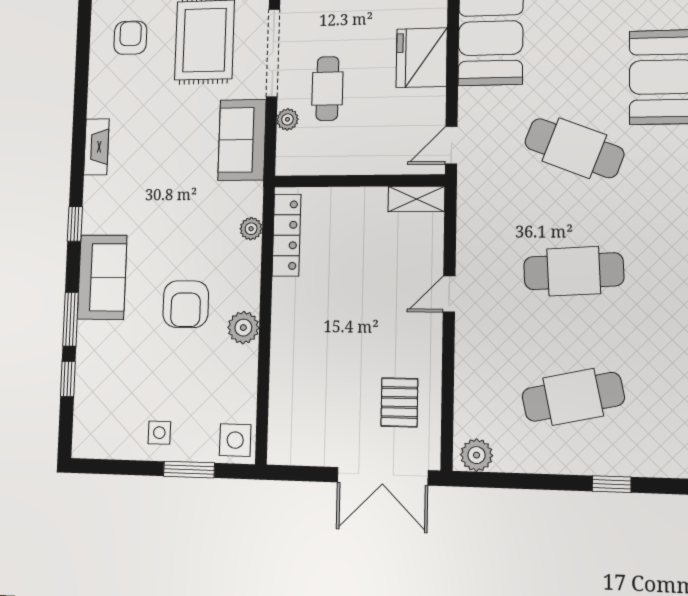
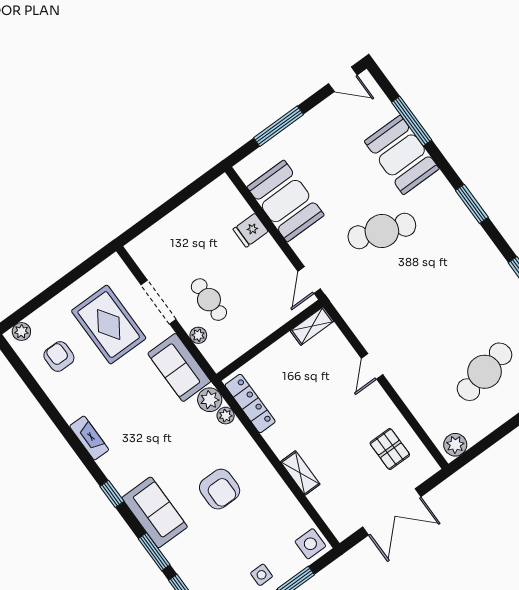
doorway: (273, 53) -> (158, 302), width x0.73
fridge: (422, 58) -> (251, 230), width x0.53, depth x0.75
cafe table: (574, 271) -> (433, 301), removed
plant: (243, 328) -> (210, 400), moved
shelving: (282, 353) -> (300, 473), added
double door: (382, 476) -> (392, 512), moved

